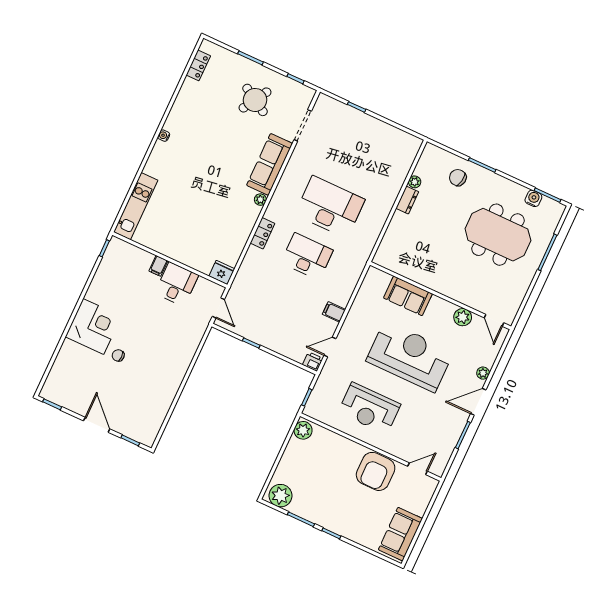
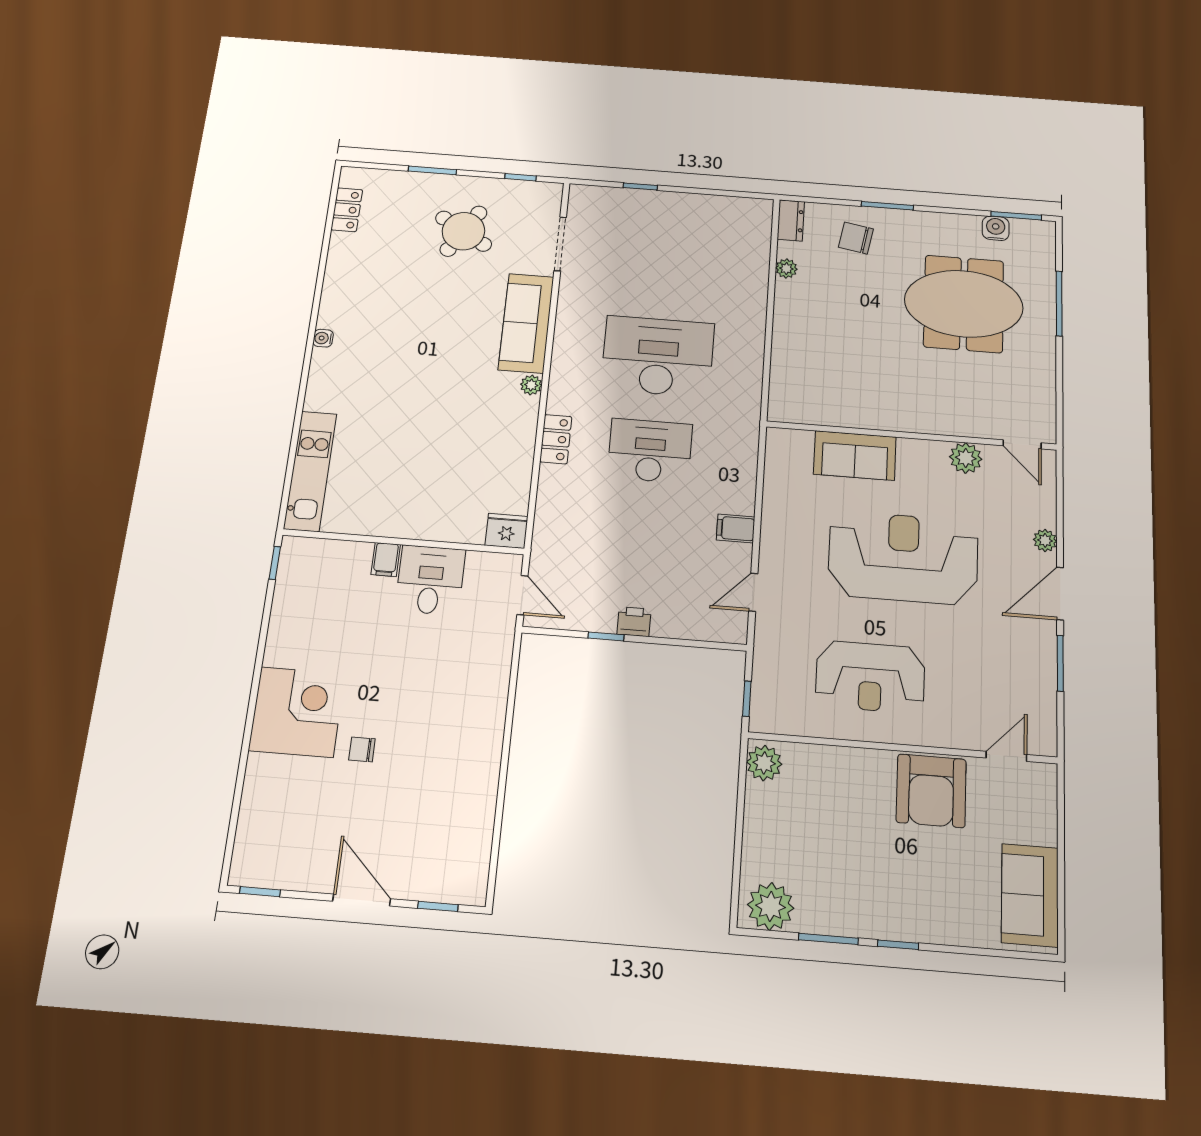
dresser: (407, 200) -> (791, 220), moved
printer: (313, 362) -> (634, 622), moved

